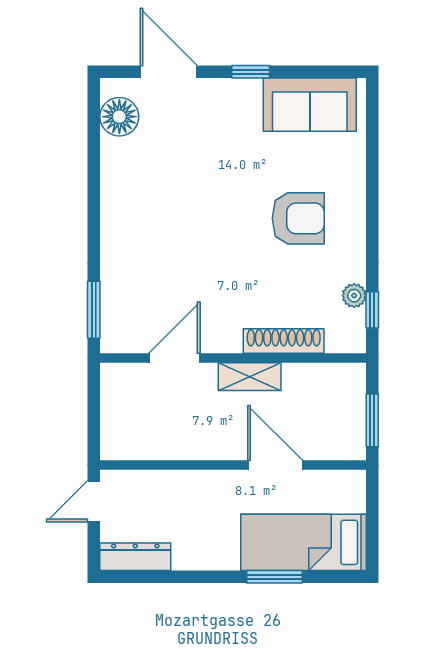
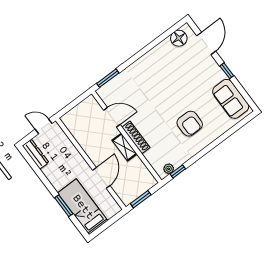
plant: (354, 296) -> (169, 169), moved
shoe rack: (284, 341) -> (136, 137), moved

